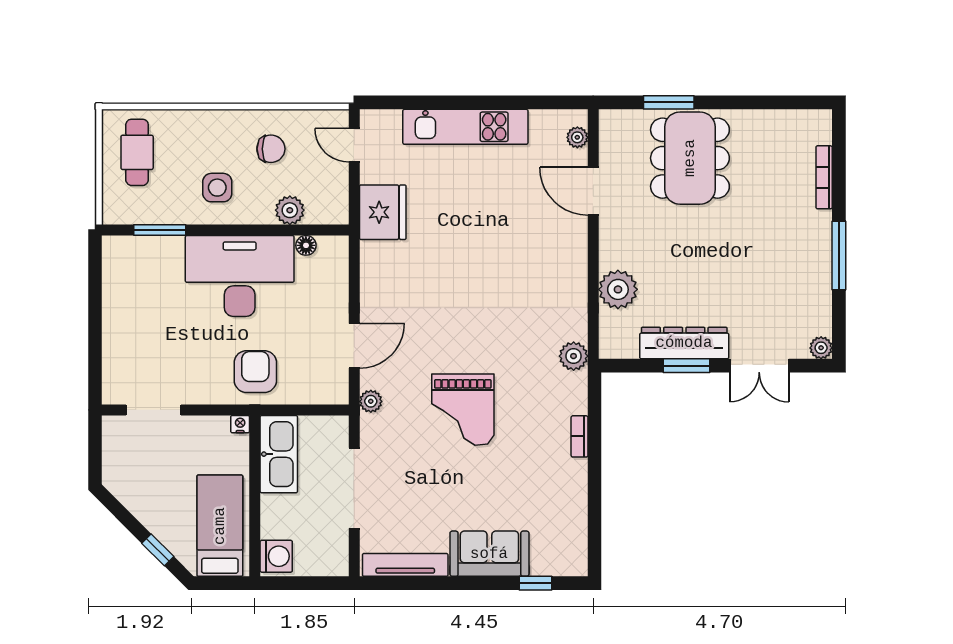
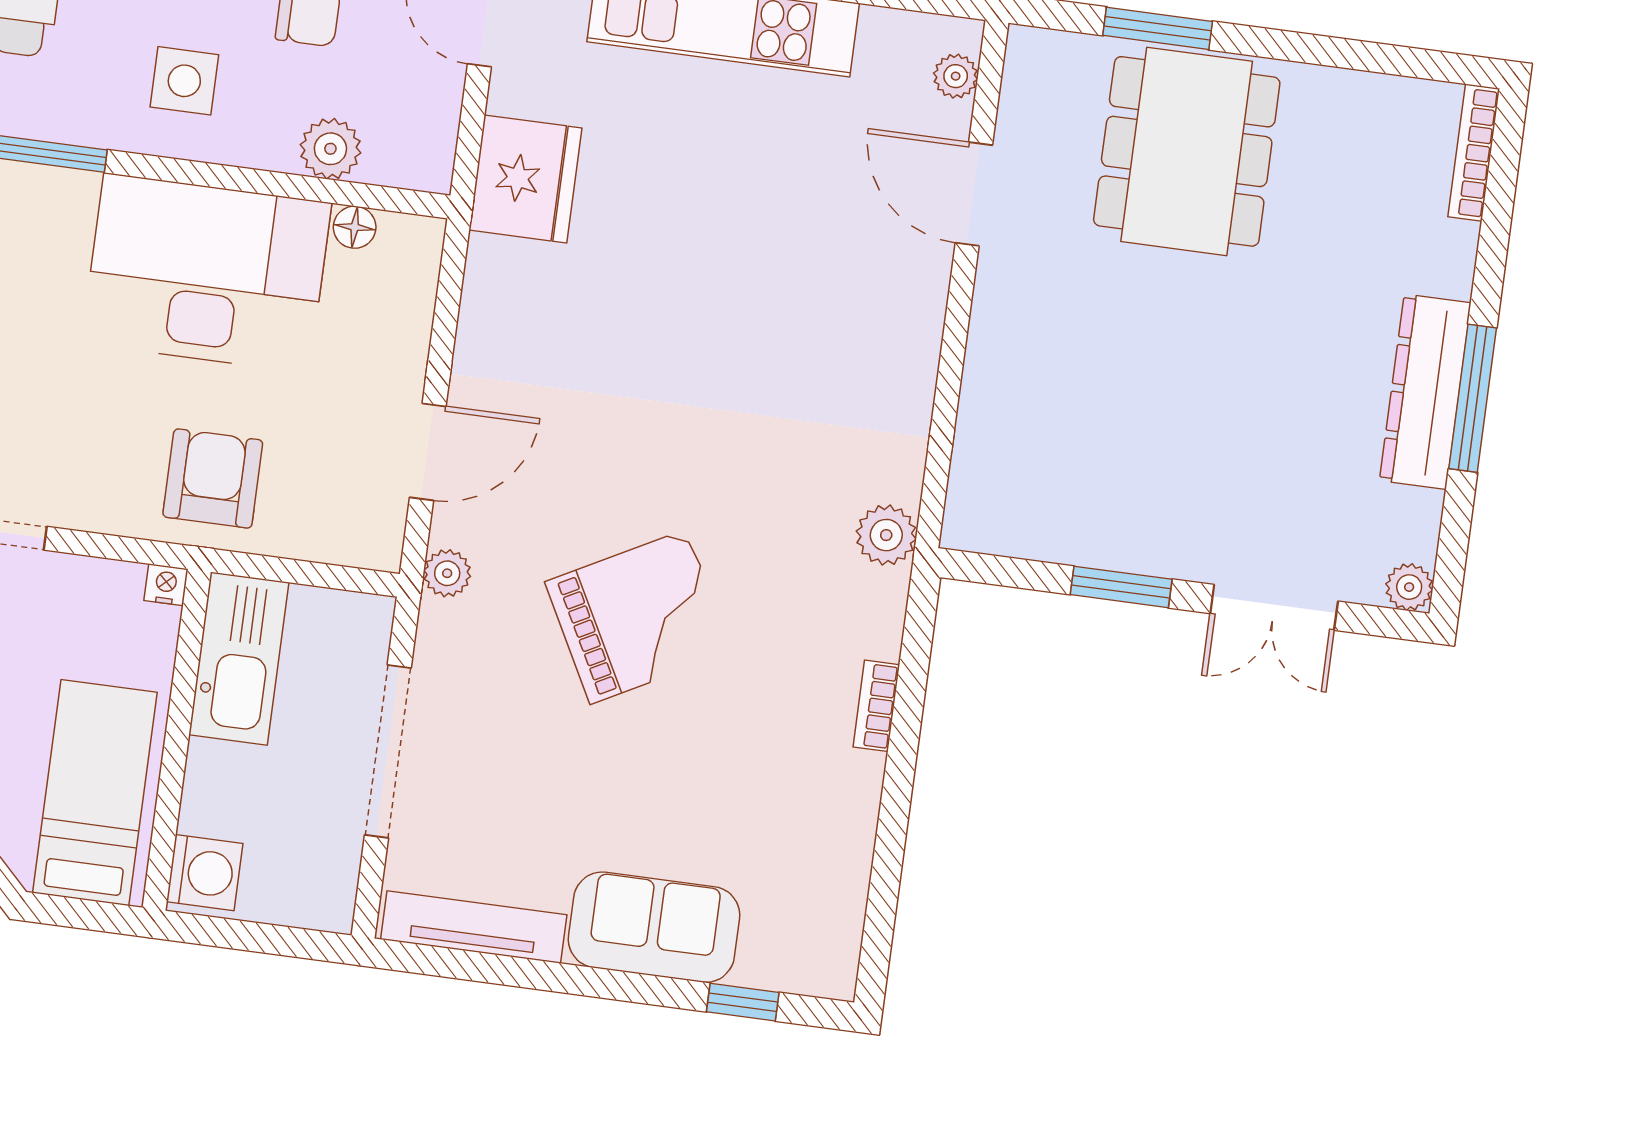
bookcase: (824, 177) -> (1474, 153), moved
plant: (618, 289) -> (998, 407), removed
dresser: (684, 343) -> (1425, 392), moved, turned -90
grand piano: (463, 410) -> (638, 617), turned -118

